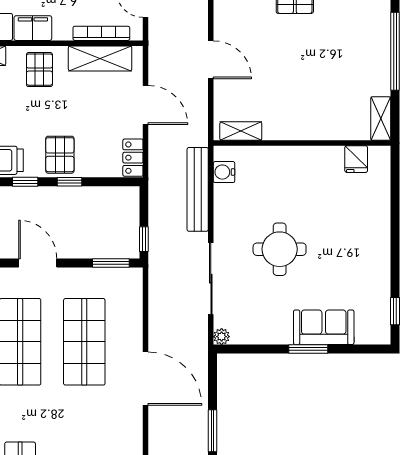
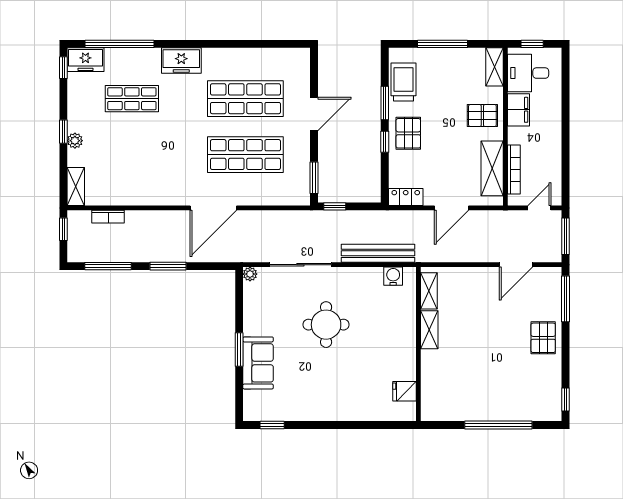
door: (211, 60) -> (516, 265), moved
shelving: (381, 119) -> (429, 330), moved, turned 90
pallet: (60, 155) -> (408, 133), turned 90
window: (25, 182) -> (385, 103), width x1.50

